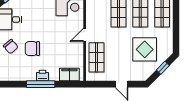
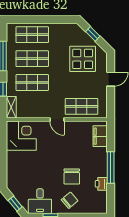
display table: (145, 49) -> (83, 59), moved
printer: (43, 76) -> (101, 184), moved

